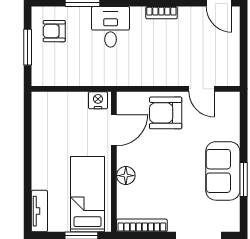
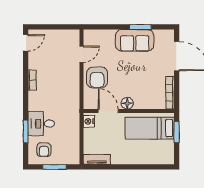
desk: (111, 27) -> (41, 124), moved
floor lamp: (126, 176) -> (127, 103), moved
tv unit: (39, 211) -> (97, 159), moved

